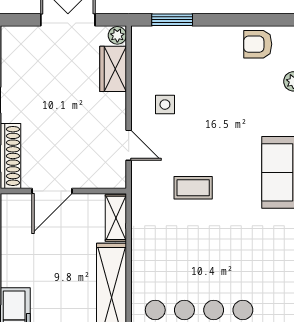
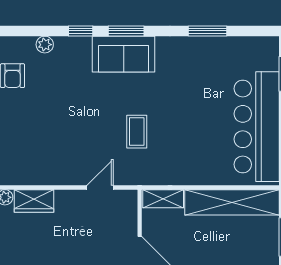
side table: (165, 105) -> (65, 156), removed

